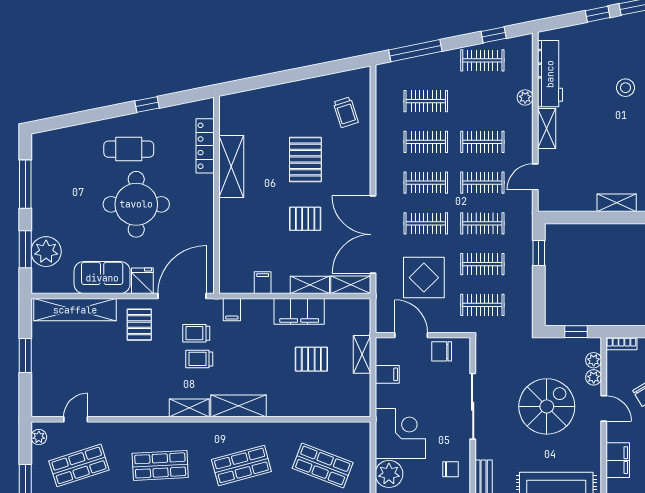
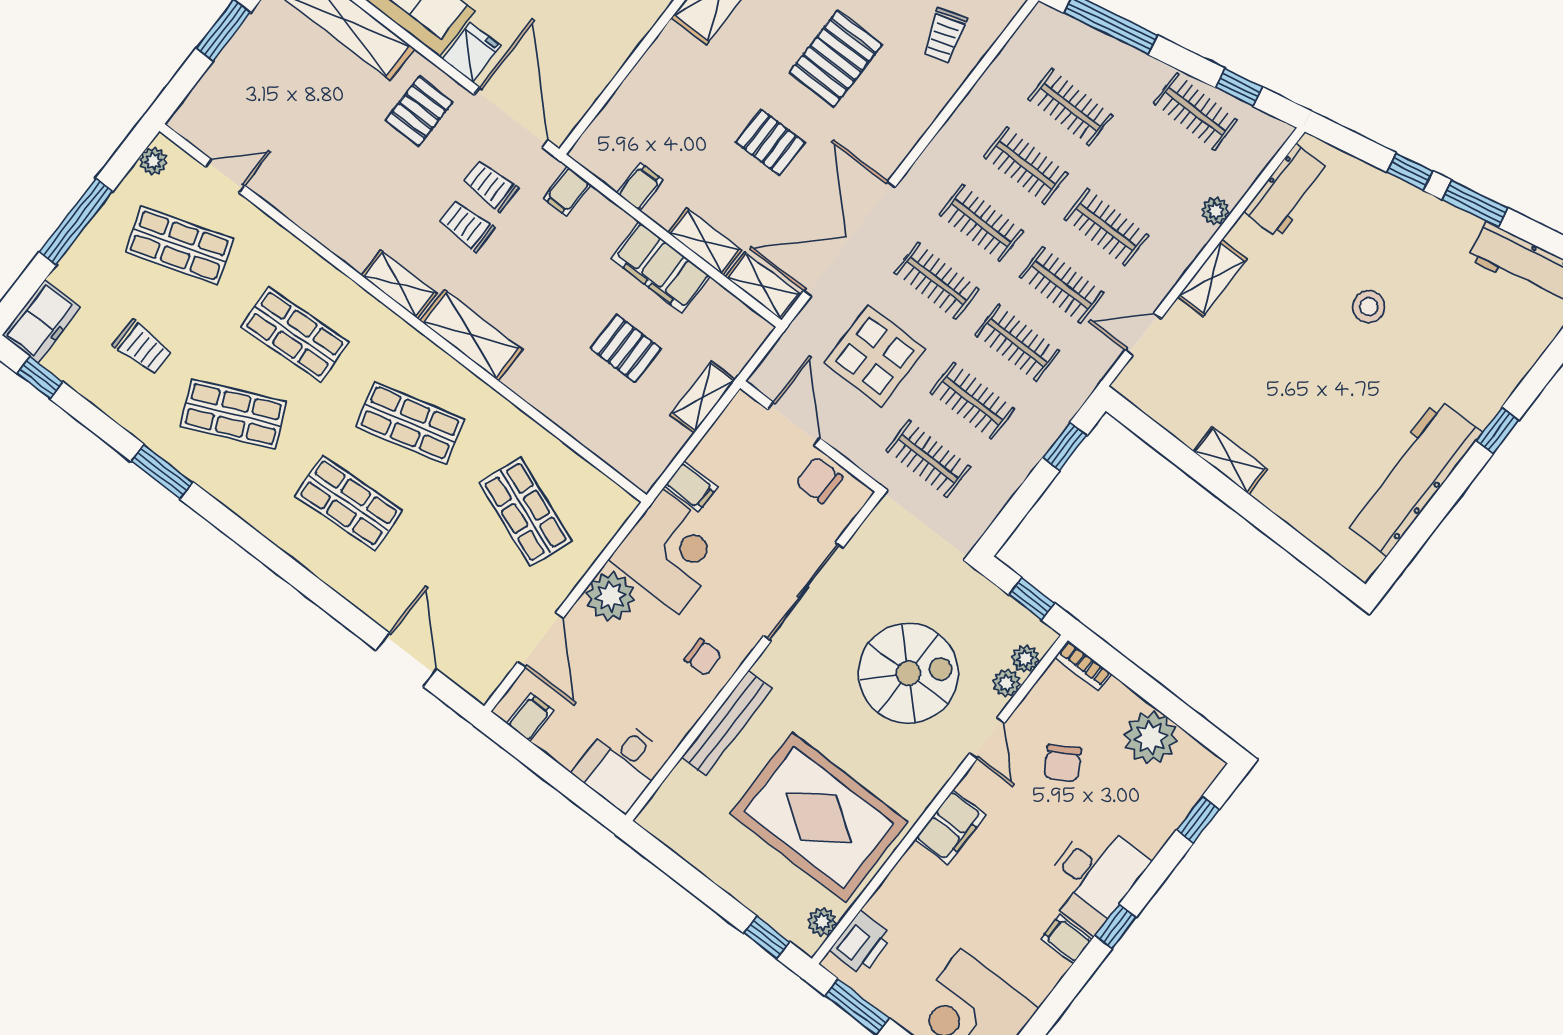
workbench: (550, 74) -> (1287, 191), width x0.73
door: (182, 296) -> (511, 117), hinge flipped
filing cabinet: (387, 374) -> (691, 487), moved

